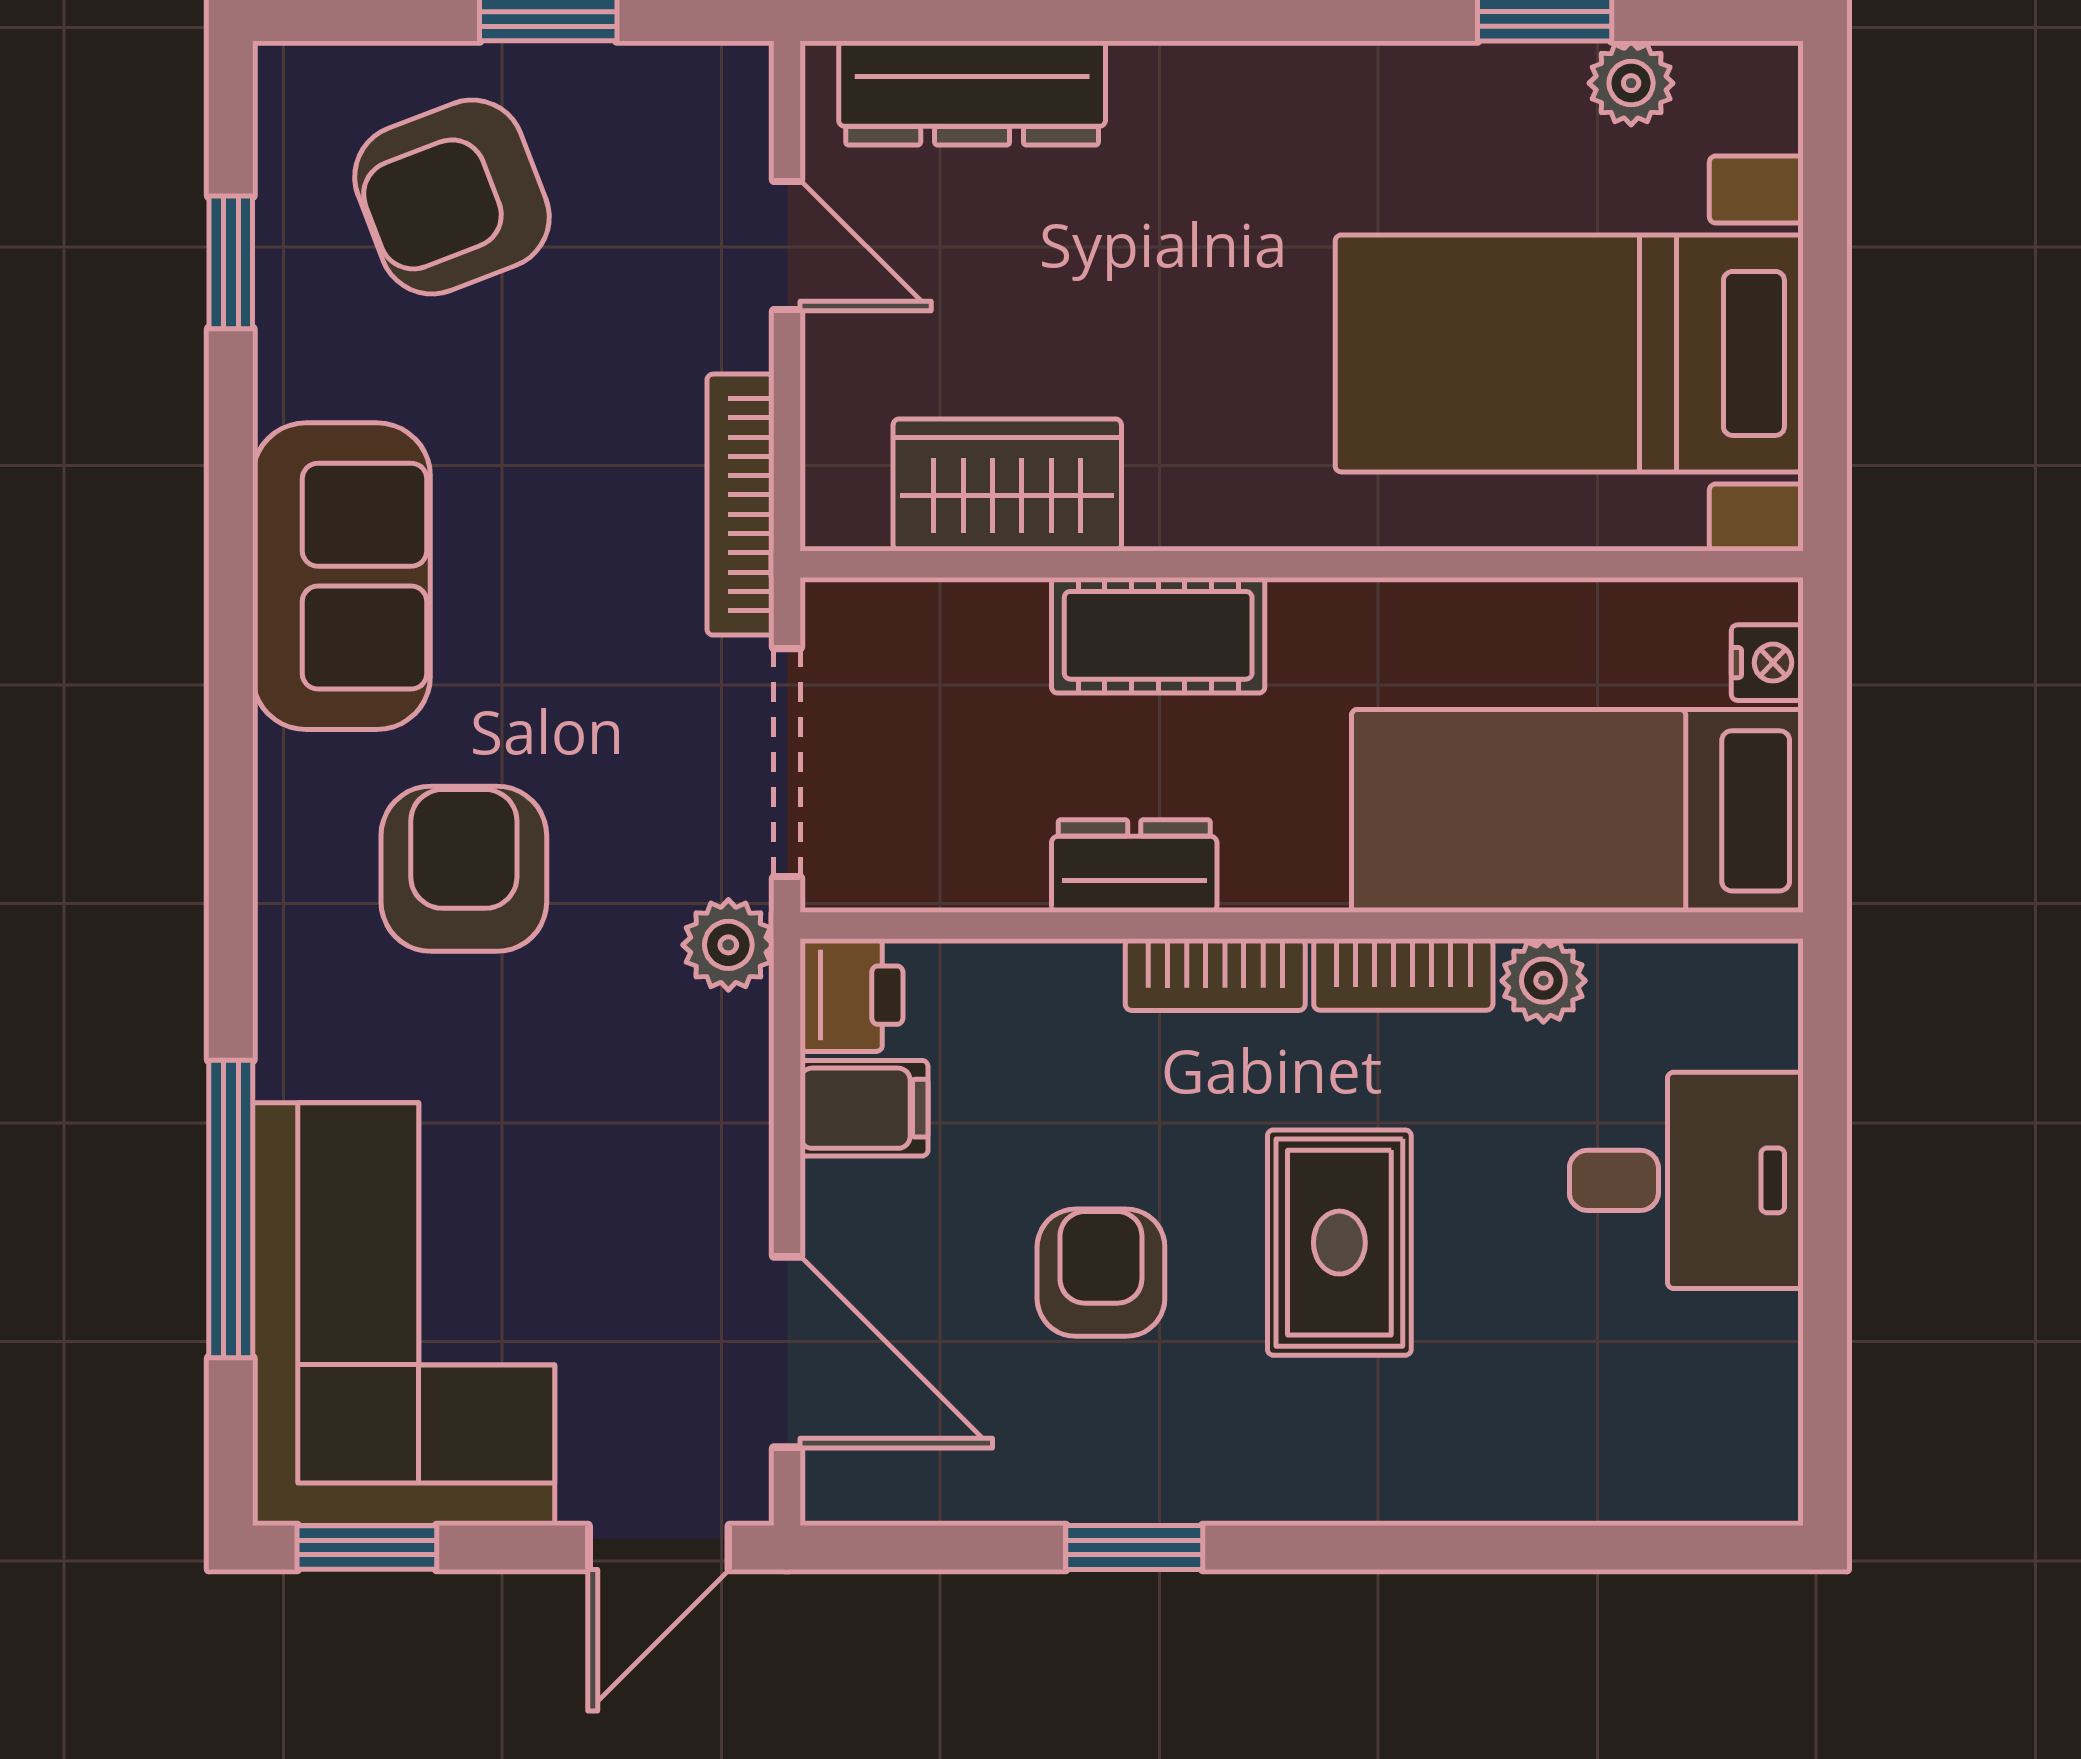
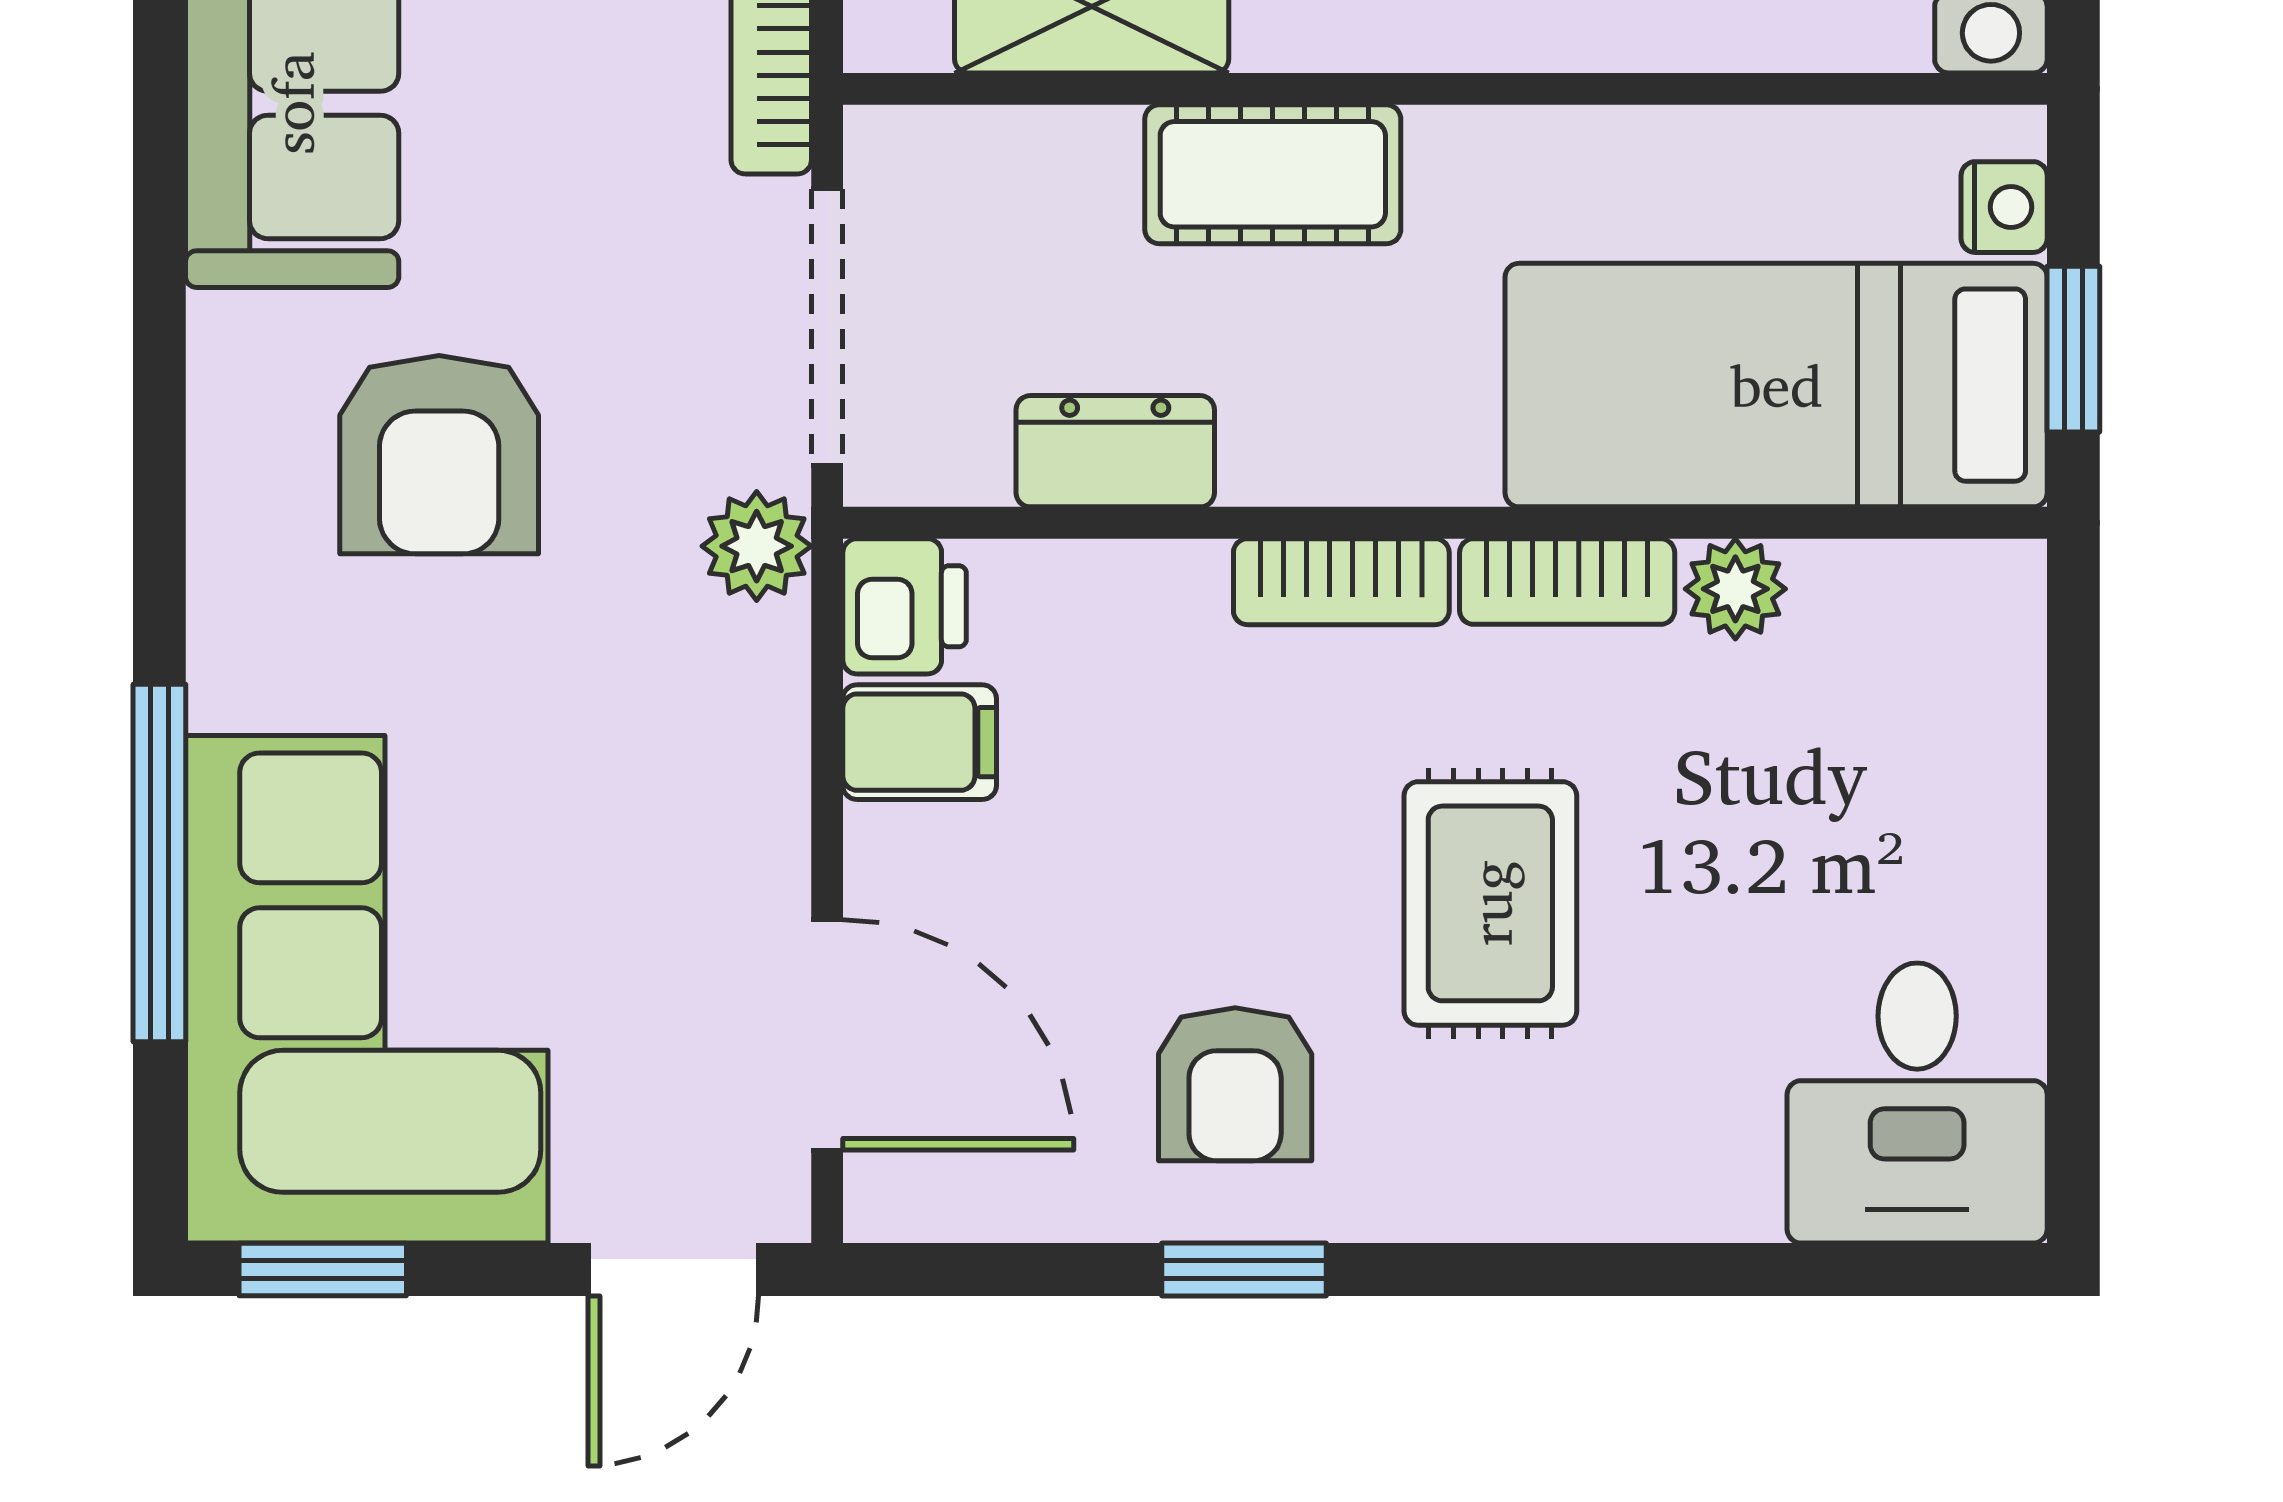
window: (1825, 781) -> (2073, 349), added
dresser: (1134, 866) -> (1115, 451), moved
armchair: (464, 869) -> (439, 455), turned 180
desk: (1686, 1180) -> (1917, 1103), moved, turned 90
armchair: (1101, 1273) -> (1235, 1084), moved, turned 180

